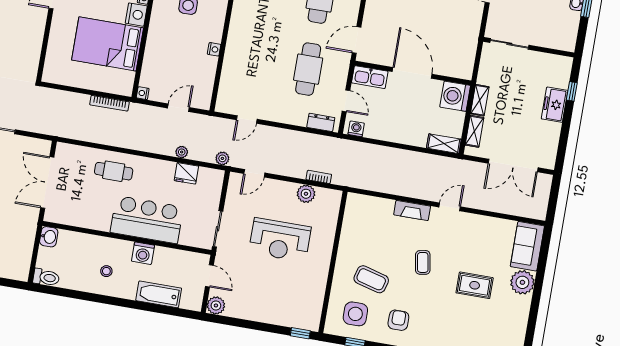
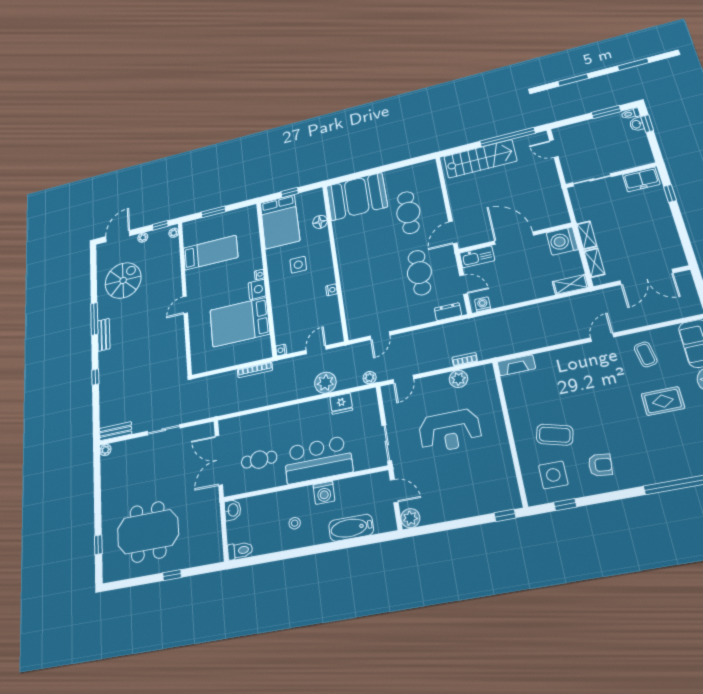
freezer: (555, 105) -> (641, 179), moved, turned -90
plant: (182, 152) -> (325, 383), width x1.87, depth x1.87
cafe table: (114, 171) -> (259, 460), moved
fireplace: (412, 210) -> (516, 365), moved
coffee table: (423, 262) -> (646, 354), moved
armchair: (398, 320) -> (600, 465), turned 96

